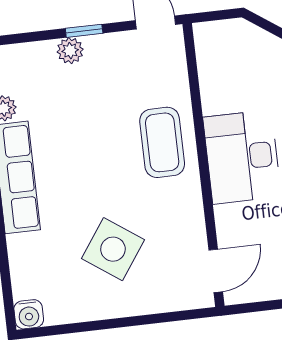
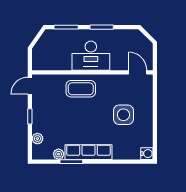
plant: (70, 51) -> (37, 139), moved
side table: (113, 249) -> (123, 115), turned -35

